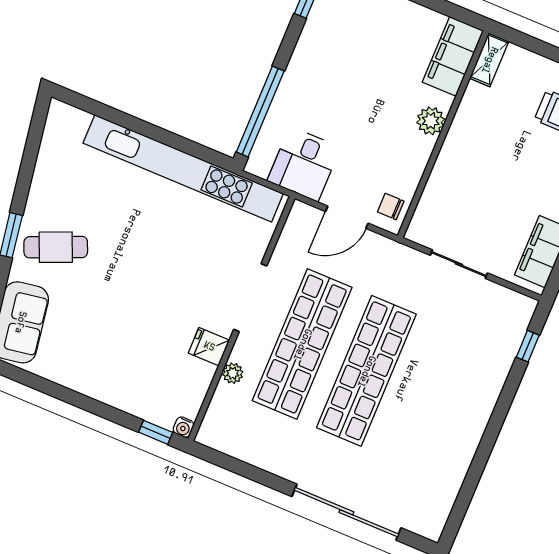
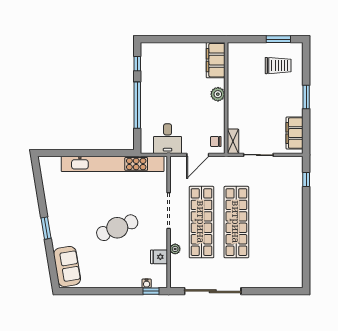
shelving: (489, 60) -> (233, 141), moved
window: (260, 111) -> (137, 105), moved
cafe table: (56, 247) -> (117, 228), moved, width x1.37, depth x1.35
fridge: (209, 347) -> (159, 257), moved
water cooler: (183, 427) -> (147, 283), moved
sliding door: (346, 512) -> (213, 291), moved

